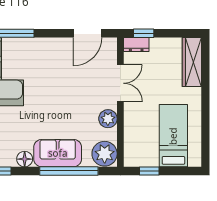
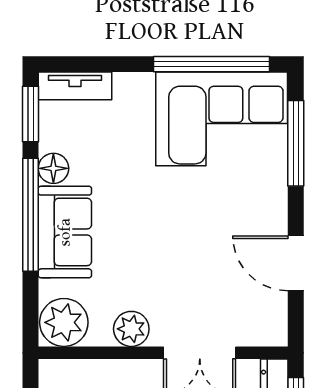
door: (87, 33) -> (296, 263), moved
window: (69, 171) -> (31, 215), moved

